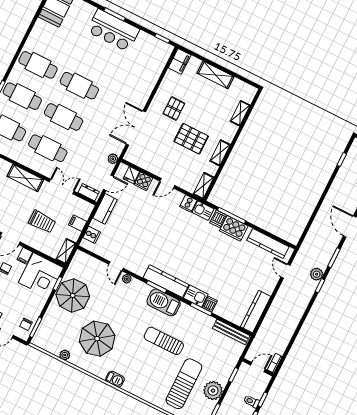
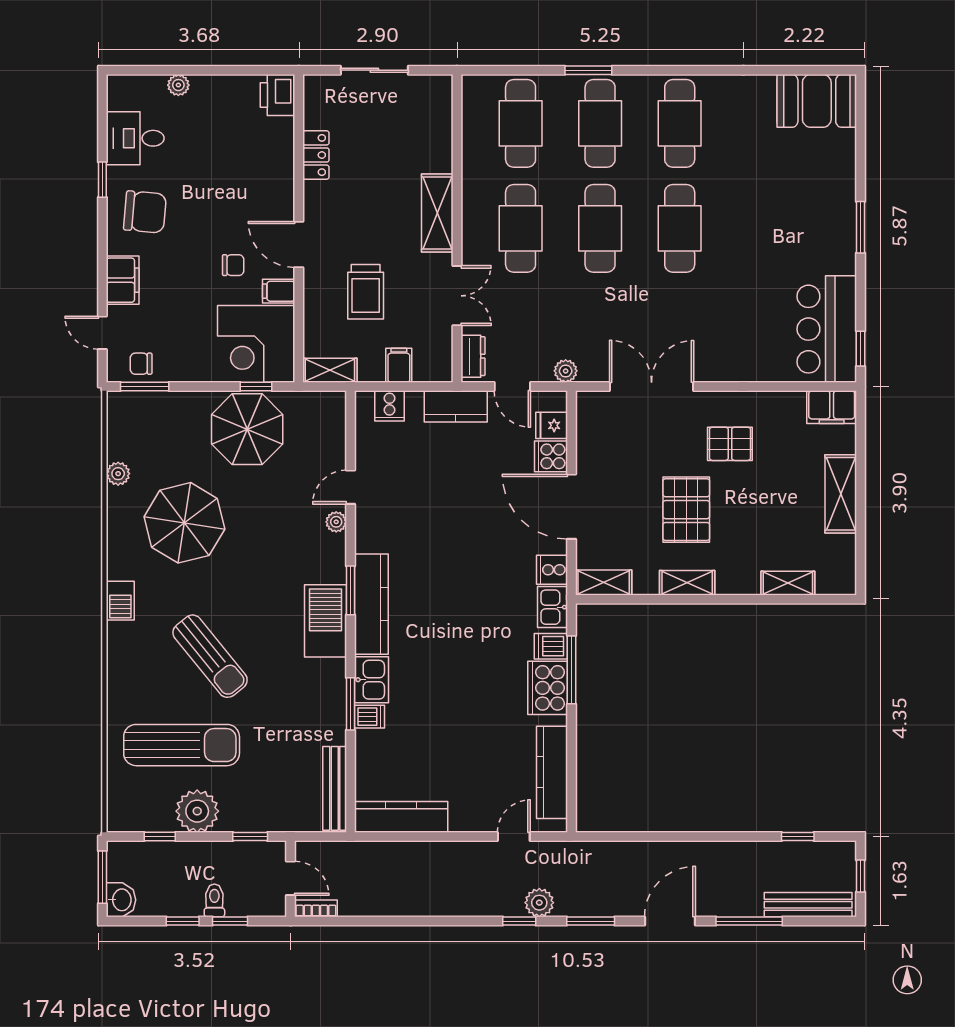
bar counter: (113, 30) -> (827, 329), moved
door: (167, 183) -> (571, 507), width x1.88
sun lounger: (164, 341) -> (210, 656), moved, turned 141

